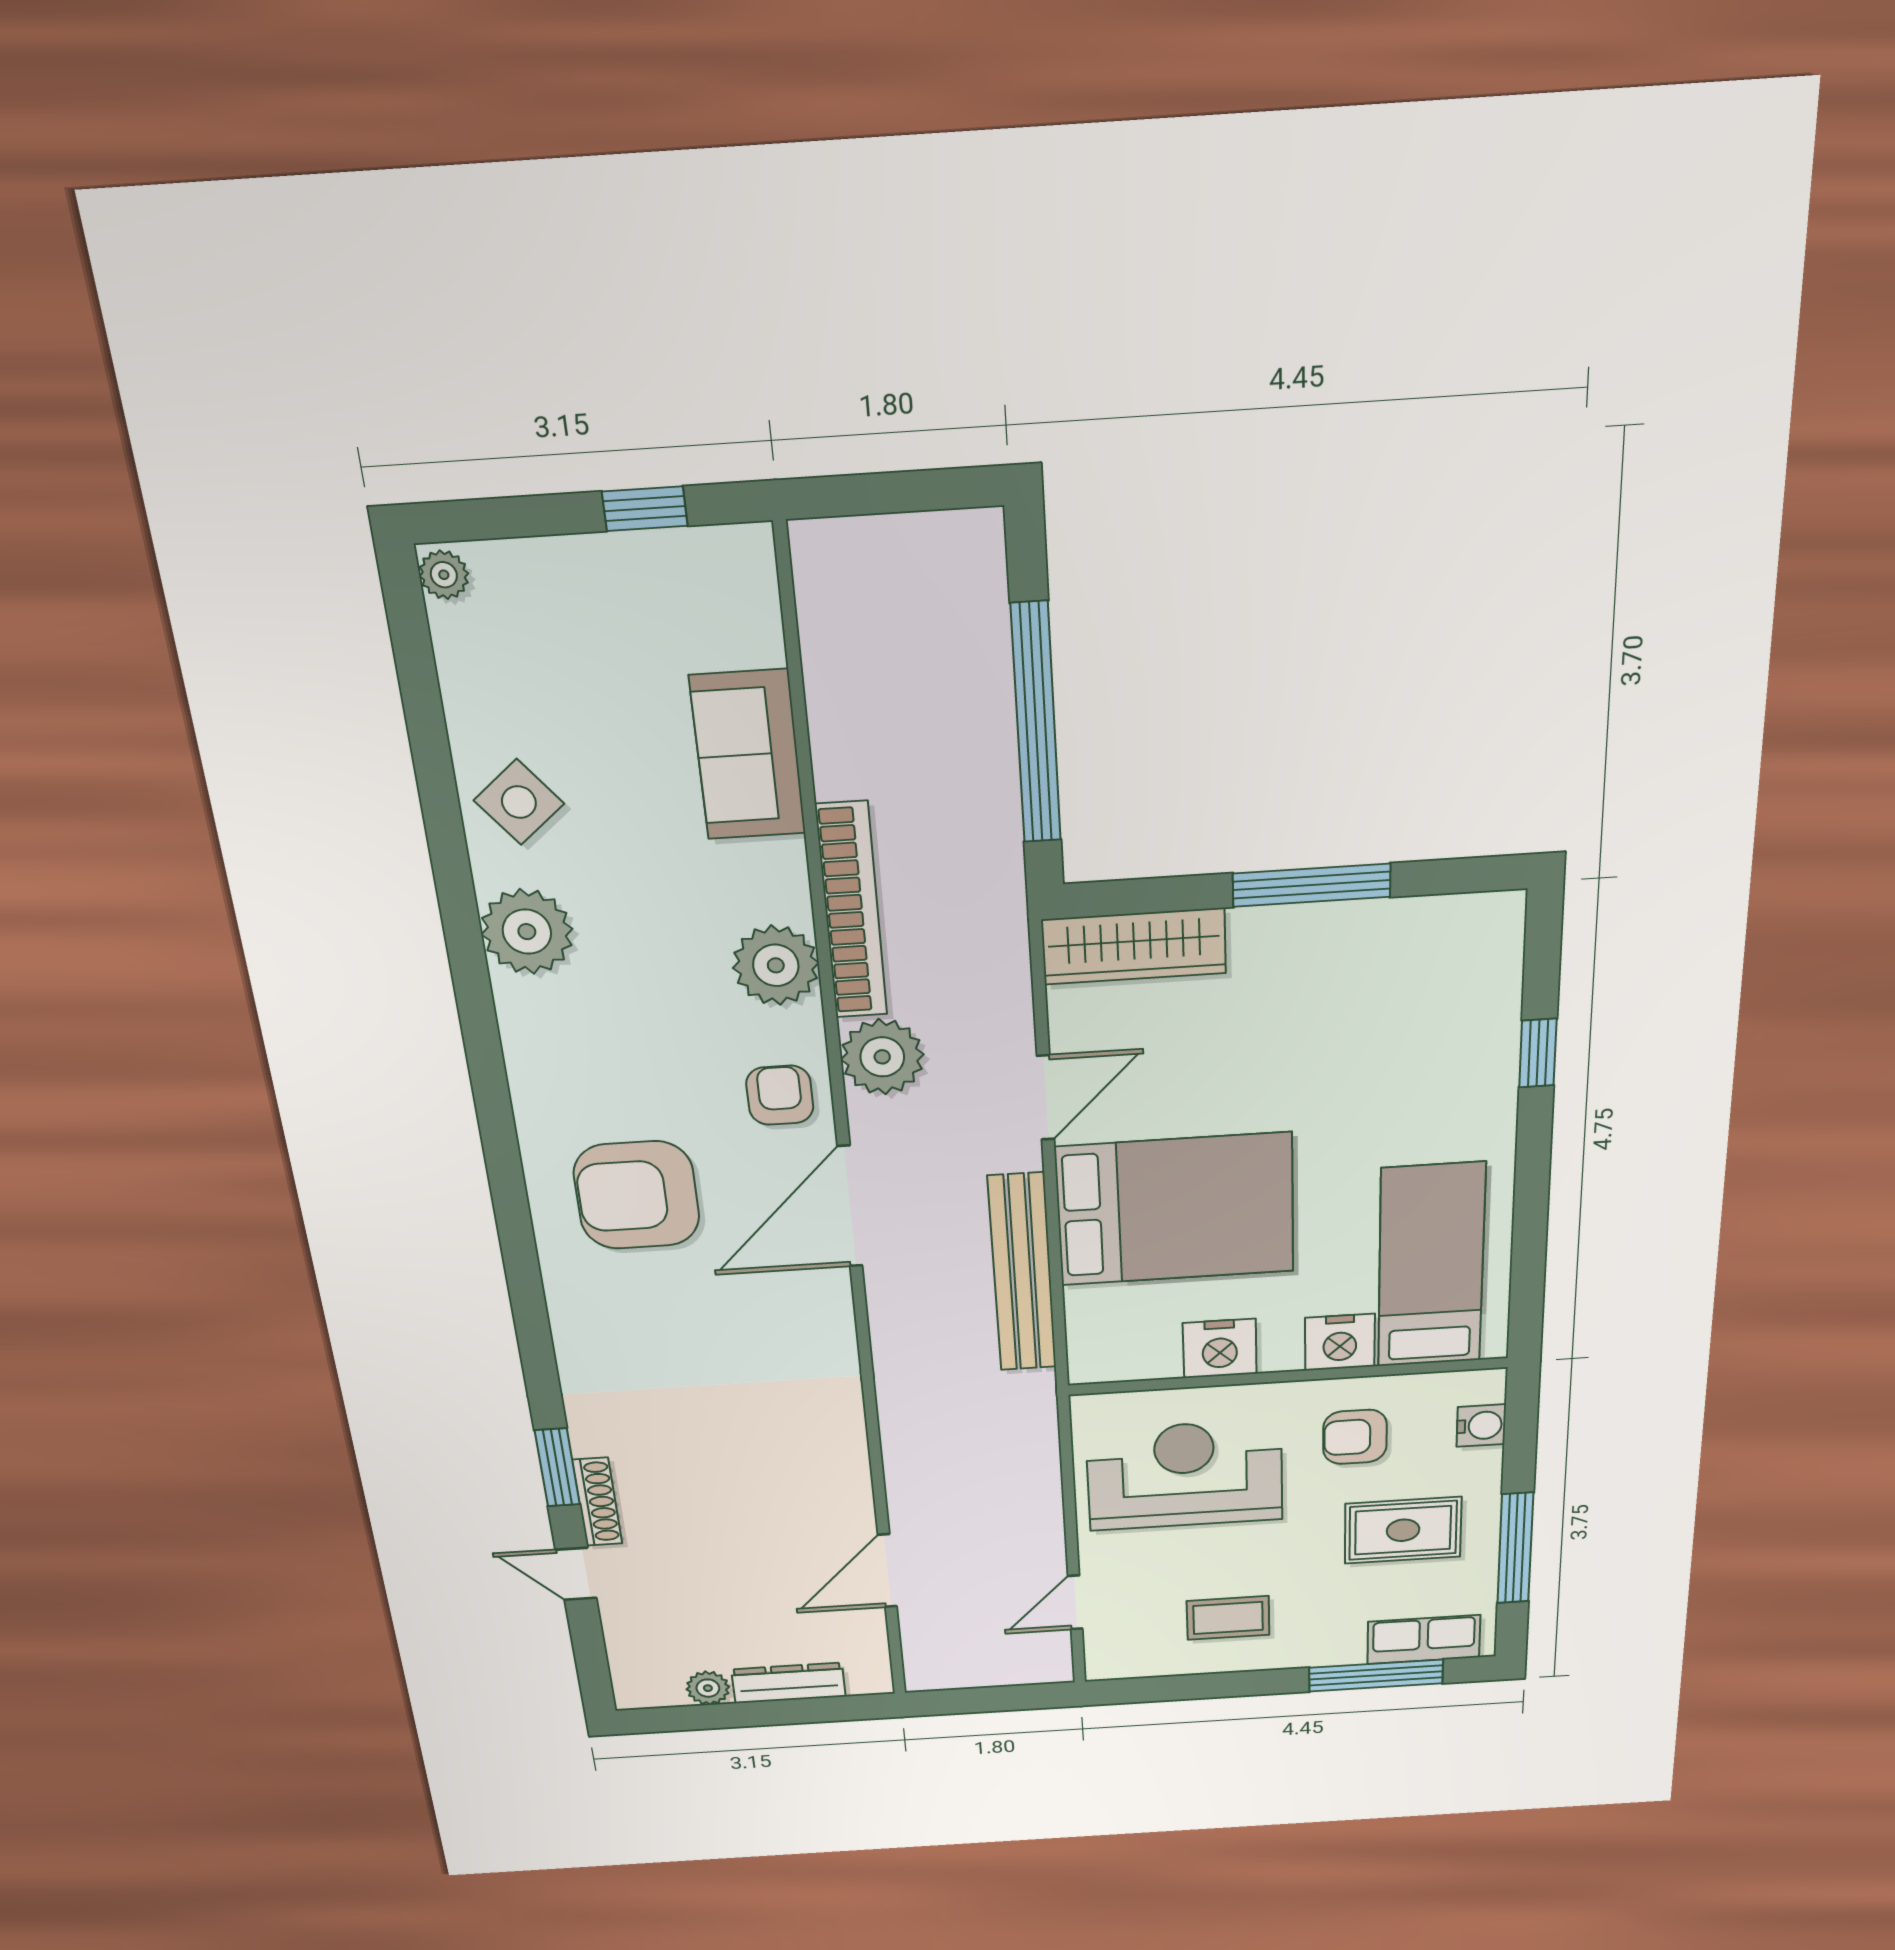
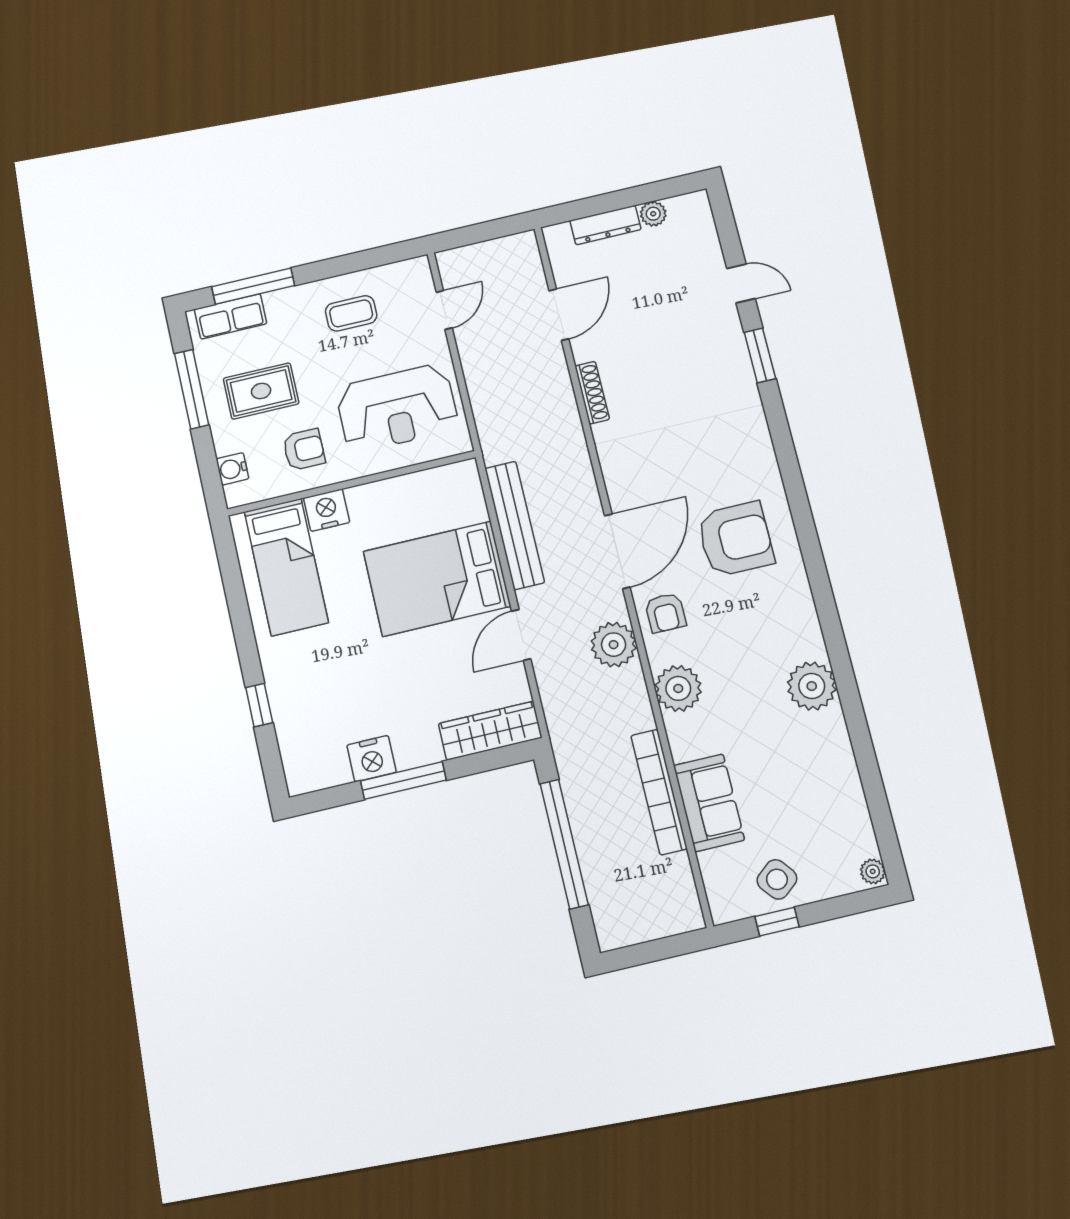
side table: (519, 802) -> (777, 879), moved
bookcase: (852, 911) -> (659, 792), moved
nightstand: (1220, 1348) -> (372, 759), moved, turned 180
shoe rack: (597, 1502) -> (592, 393), moved, turned 180

